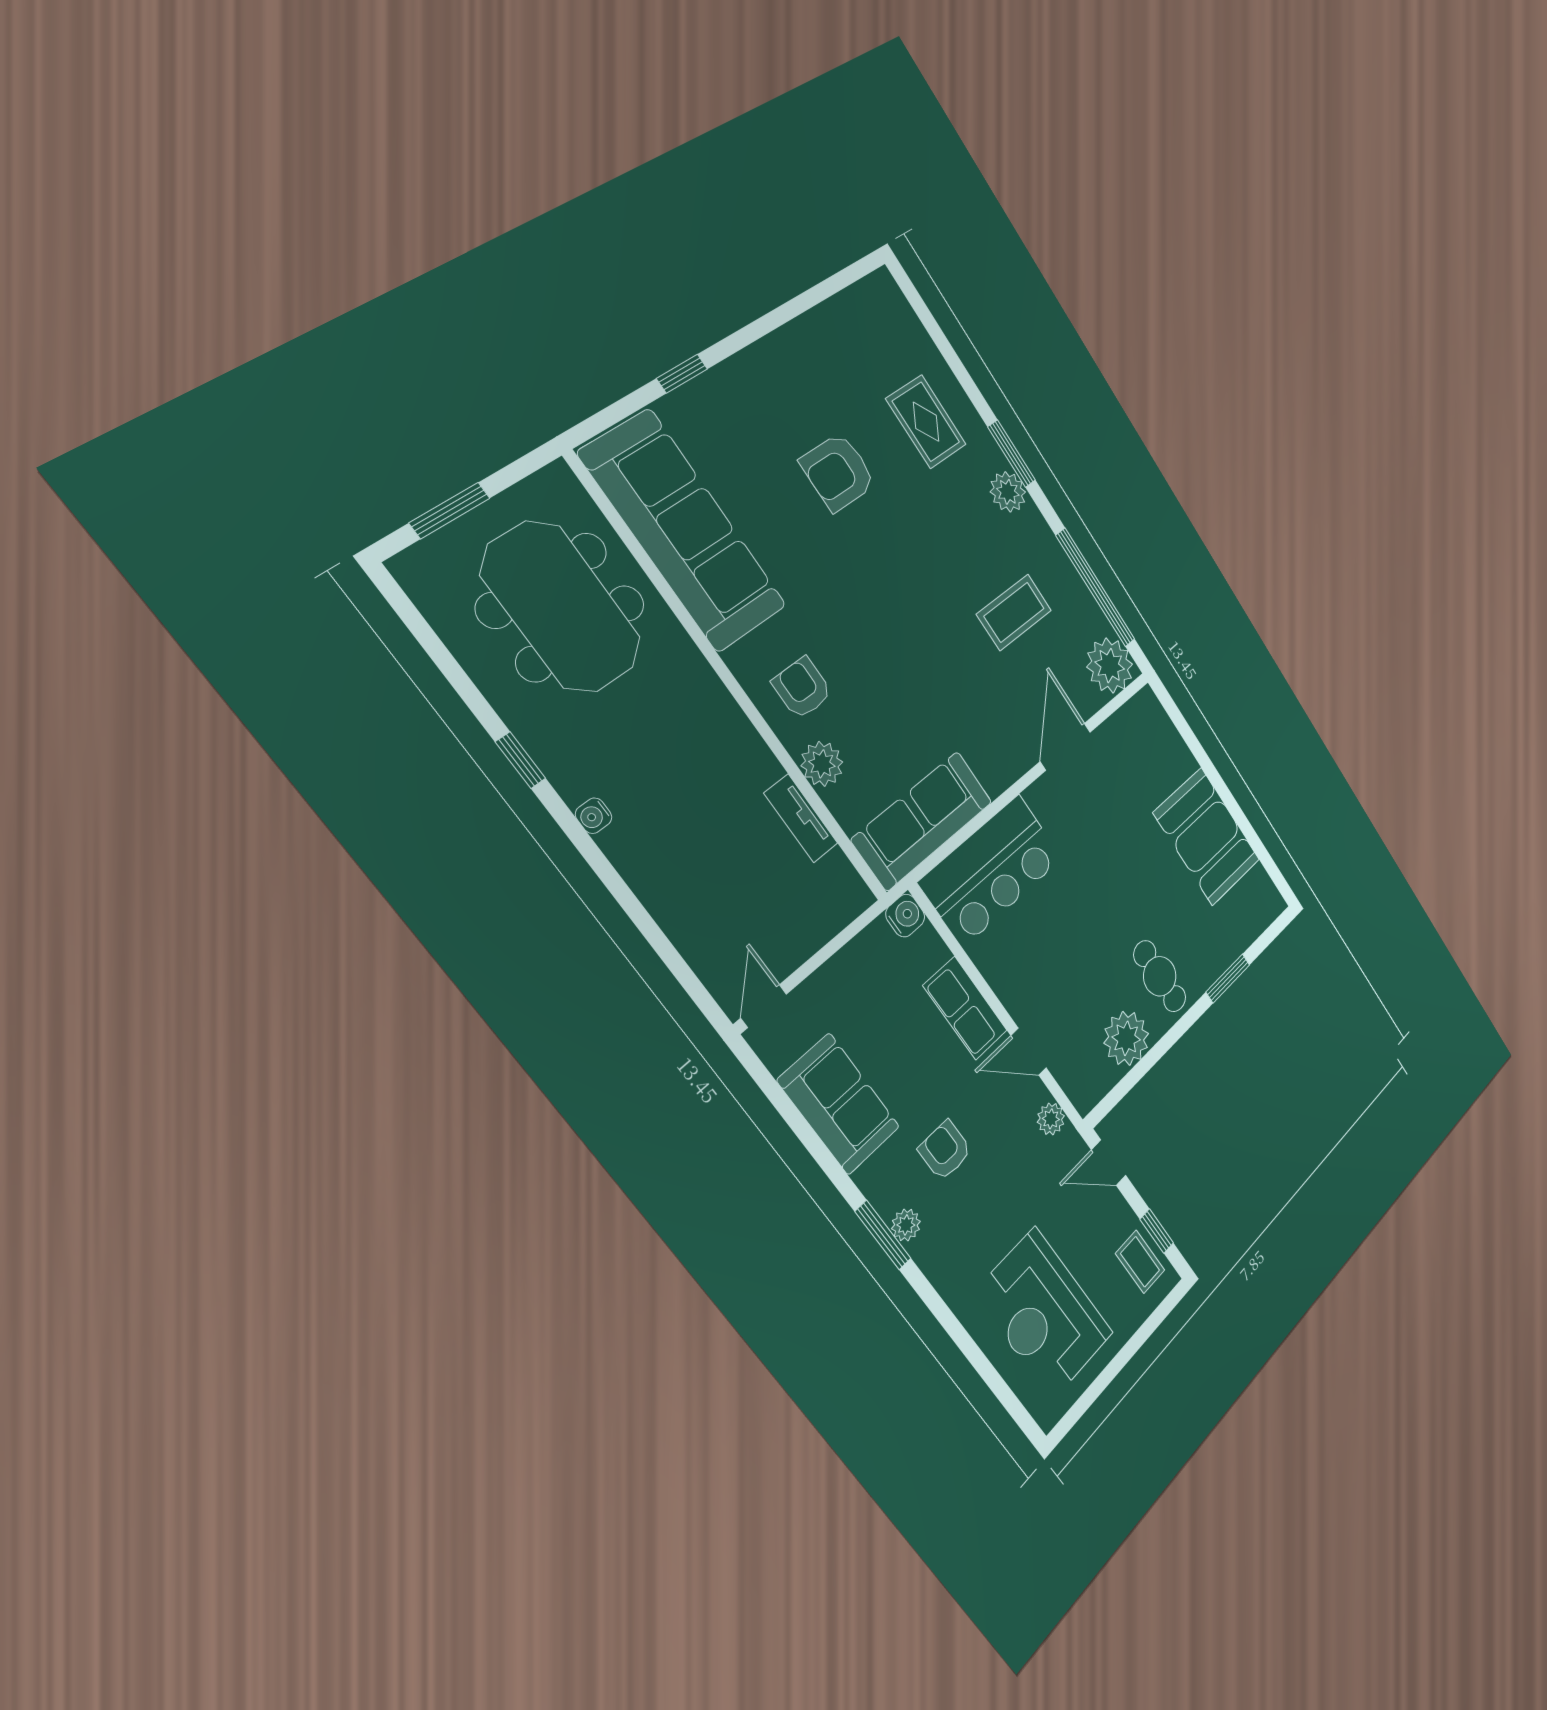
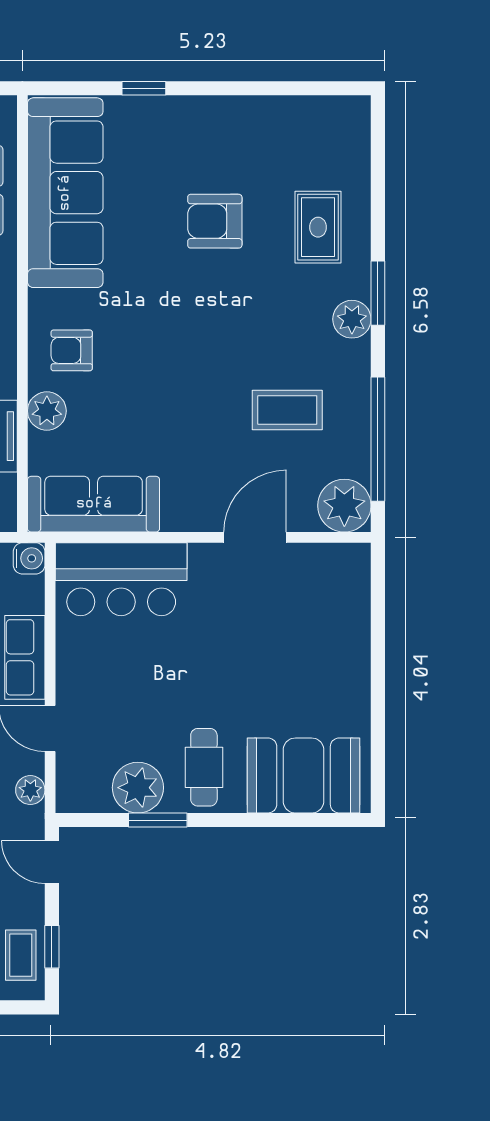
armchair: (802, 688) -> (72, 350), turned -90
booth: (1207, 836) -> (304, 775), moved, turned 90
window: (1228, 978) -> (158, 820), moved

